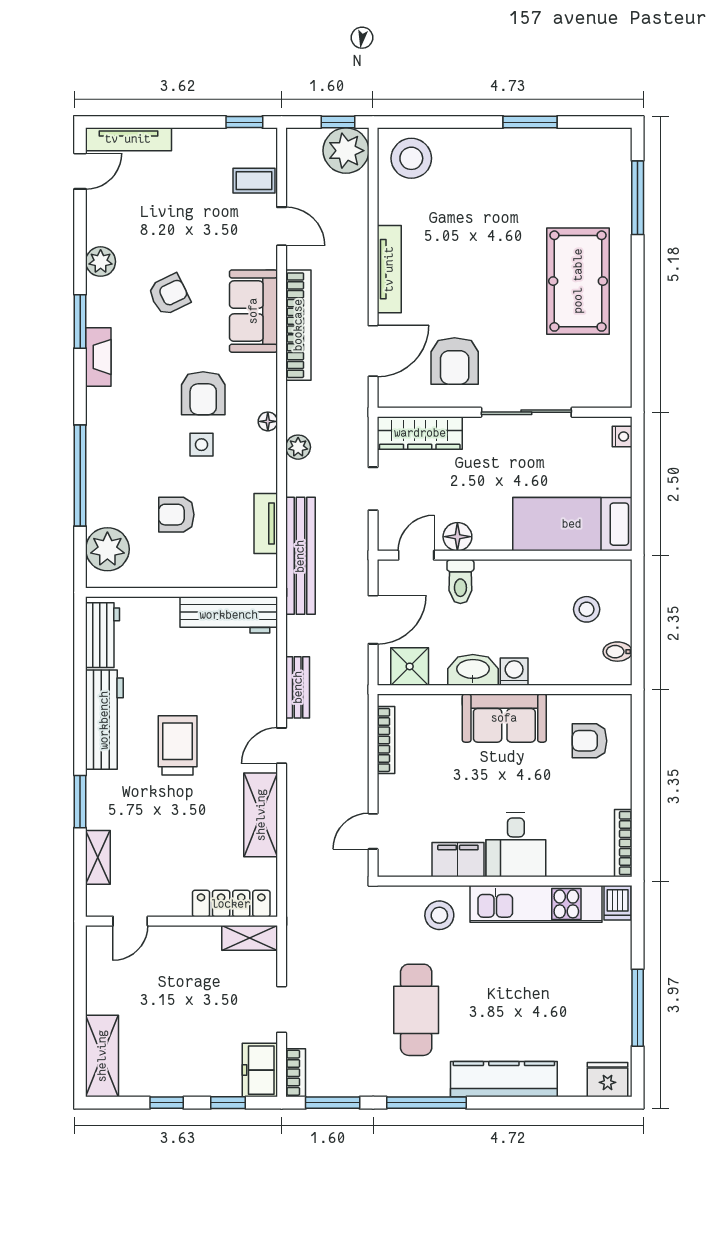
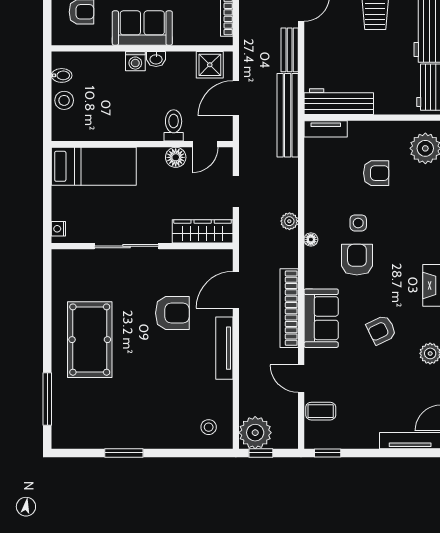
stool: (411, 158) -> (209, 427), width x0.53, depth x0.53
armchair: (455, 361) -> (172, 313), moved, turned 90
tv unit: (266, 524) -> (326, 129), moved, turned 90
bench: (300, 556) -> (288, 115), moved
stool: (587, 609) -> (64, 100), moved
washbasin: (473, 670) -> (156, 59), width x0.52, depth x0.69

